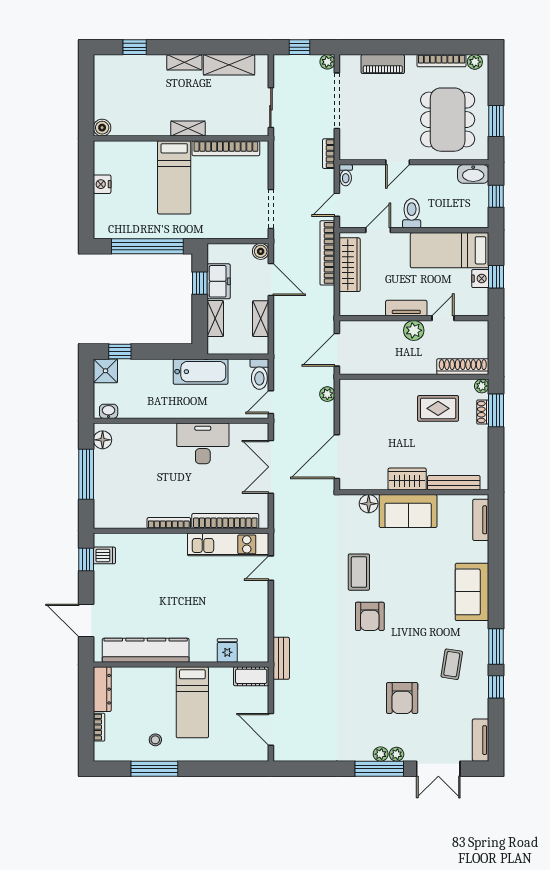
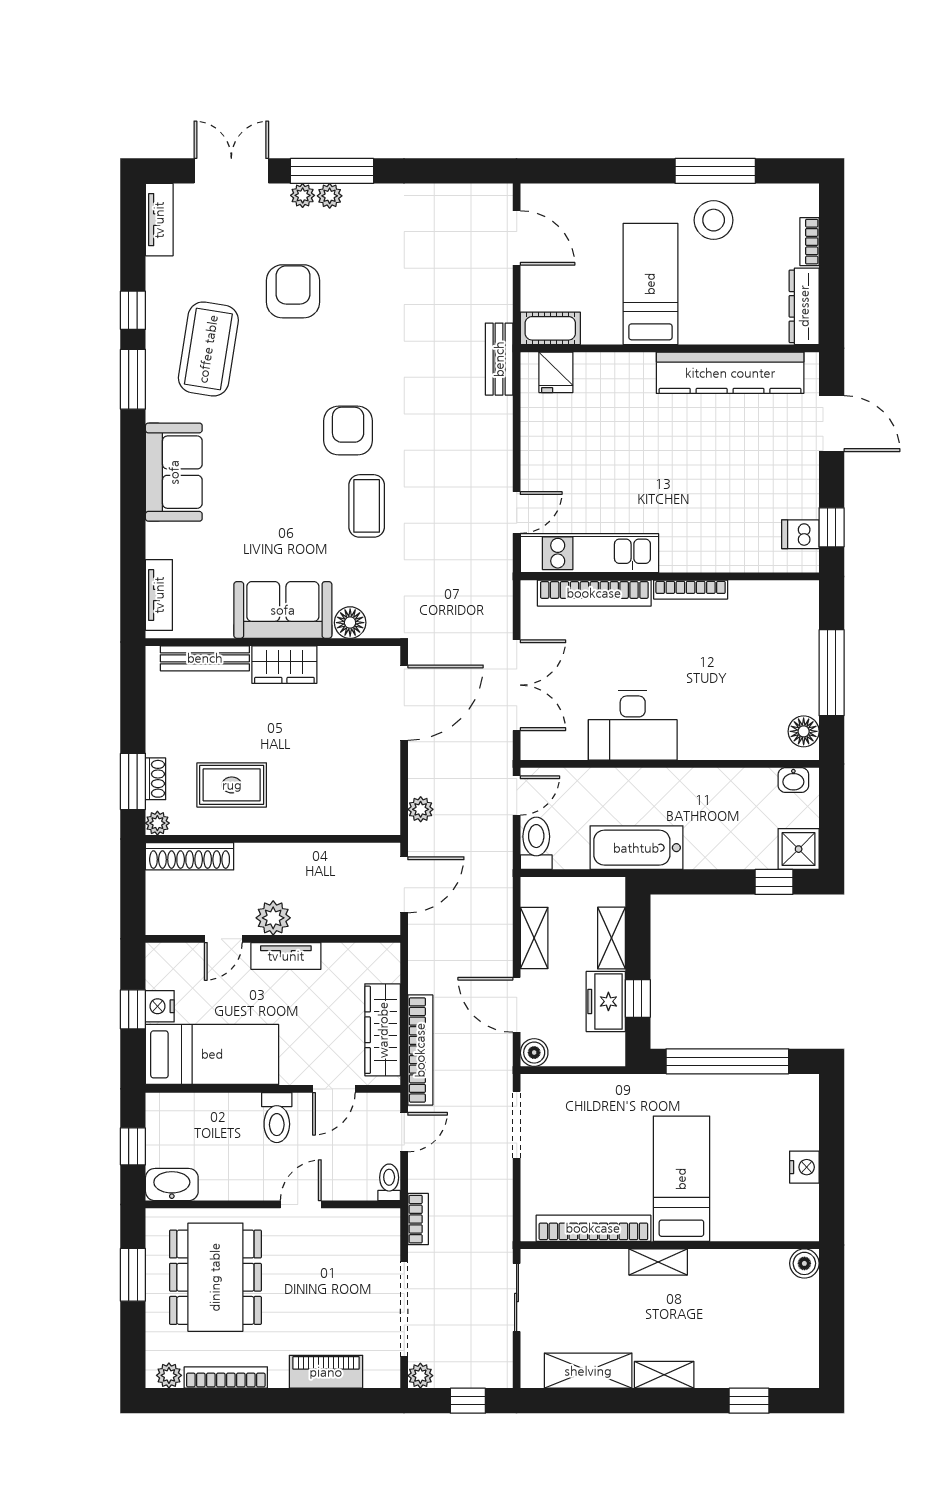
fridge: (227, 650) -> (556, 372), moved
coffee table: (452, 664) -> (208, 349), width x1.86, depth x1.72
stool: (155, 740) -> (714, 220), width x1.89, depth x1.89

